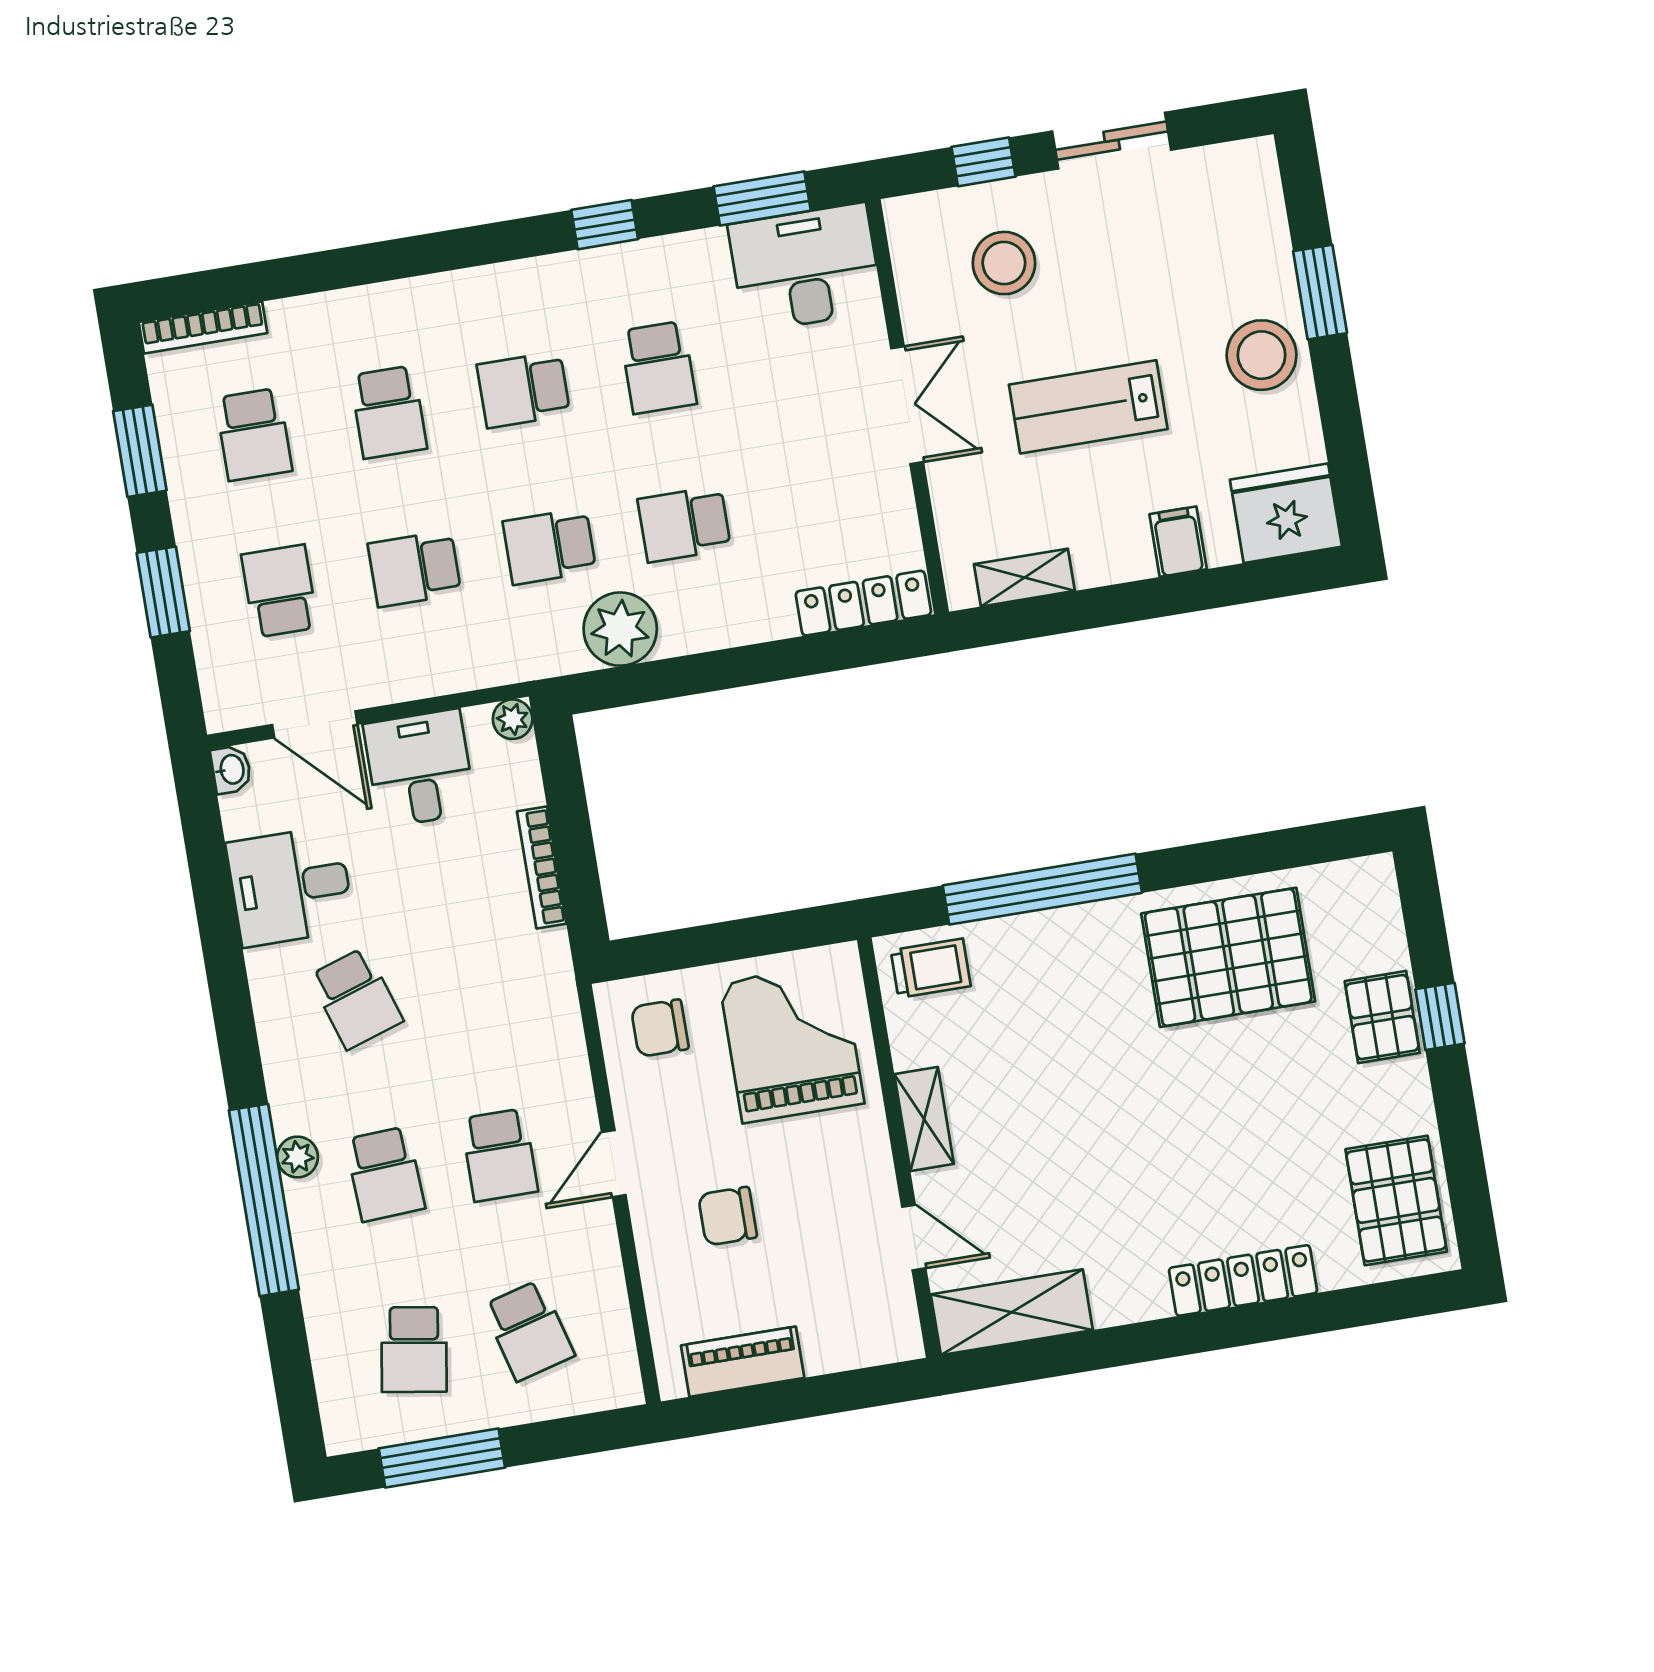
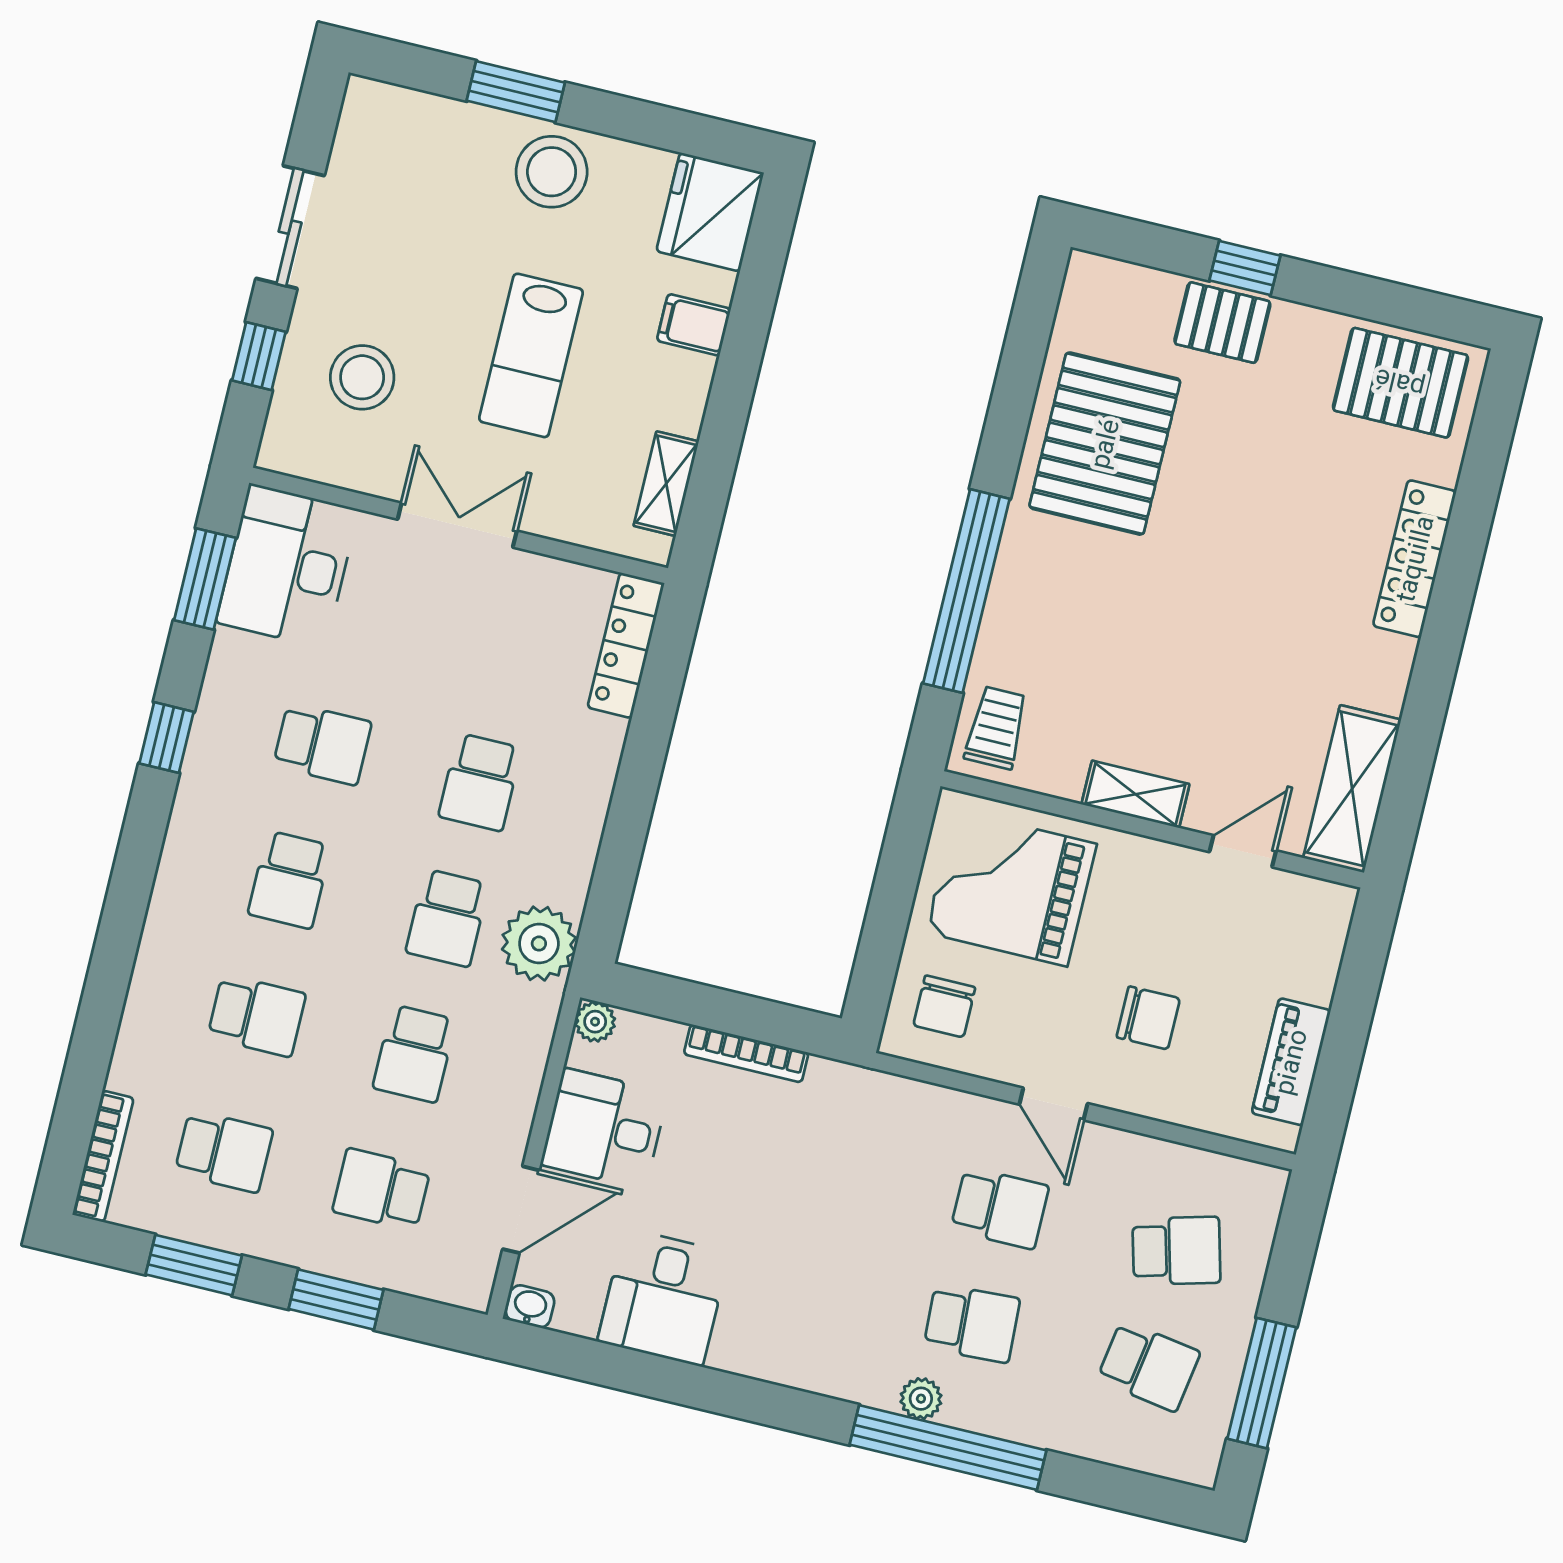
plant: (620, 629) -> (539, 944), moved
school desk: (356, 998) -> (795, 1280), removed
chair: (727, 1216) -> (1148, 1018), turned -90

